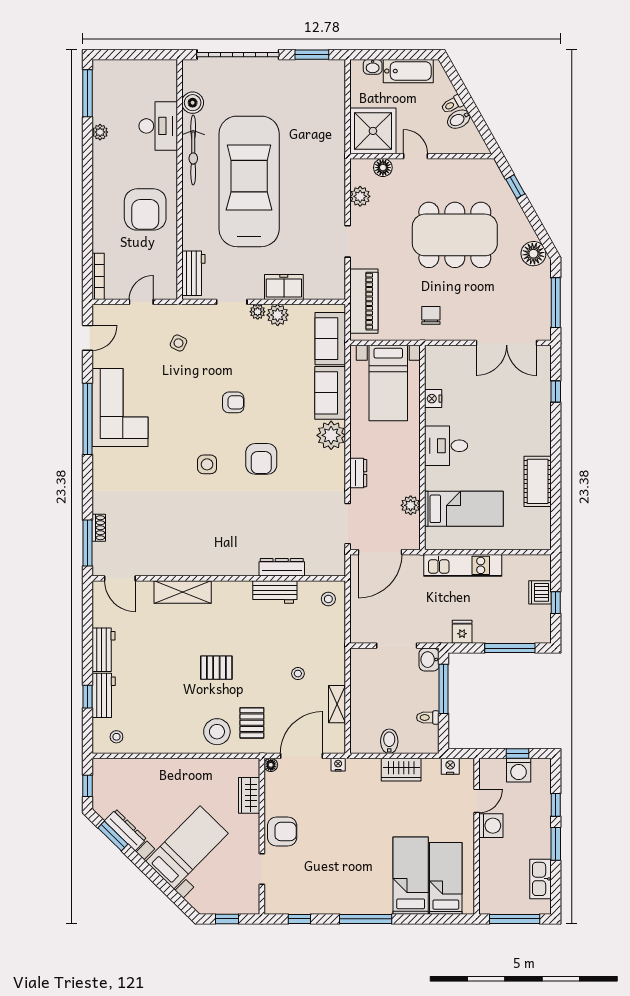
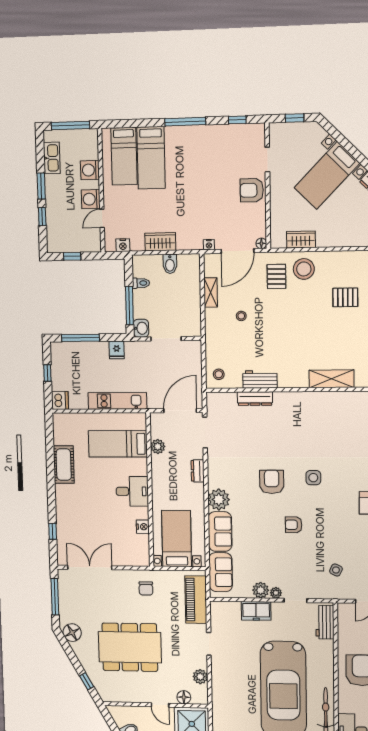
dishwasher: (540, 592) -> (60, 401), moved
pallet: (216, 668) -> (345, 297), moved
washing machine: (519, 770) -> (90, 170), moved, turned -90
wardrobe: (249, 795) -> (301, 240), moved, turned -90

